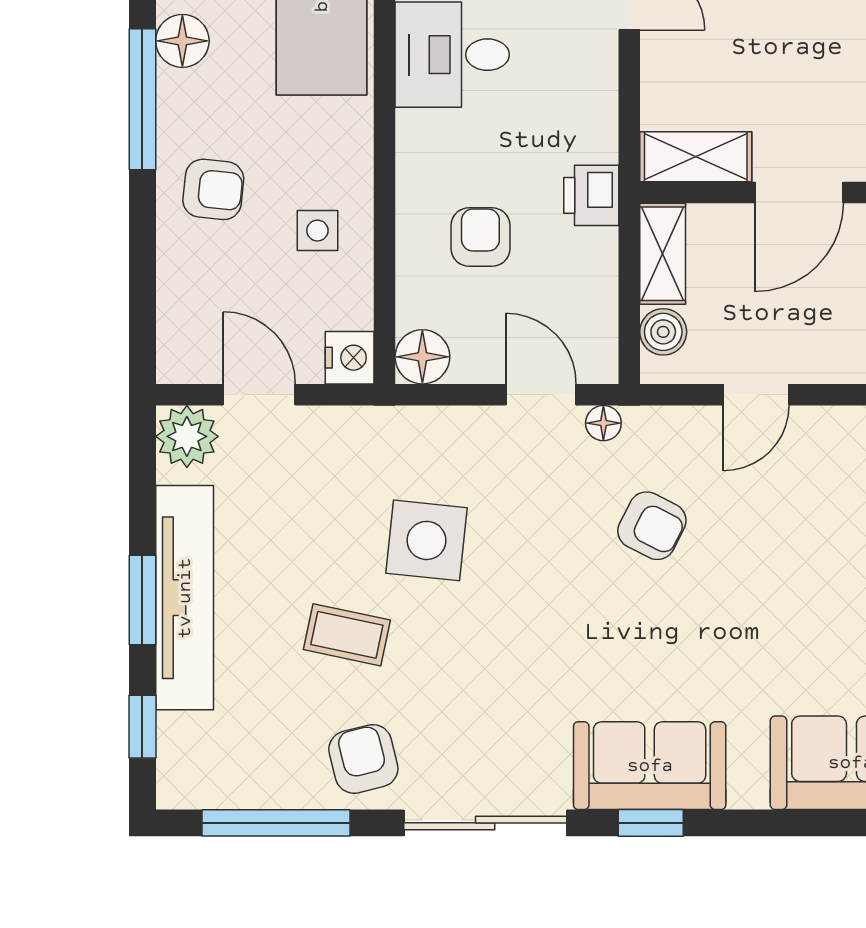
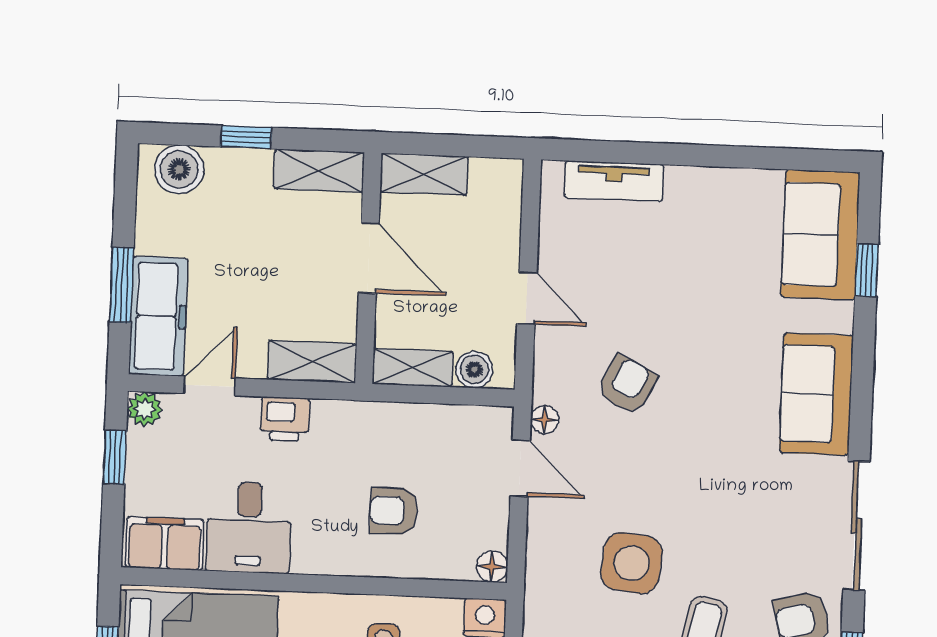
shelving: (696, 157) -> (312, 362), moved, turned 90
printer: (591, 195) -> (285, 419), moved
floor lamp: (422, 357) -> (492, 567), width x0.73, depth x0.73
door: (541, 395) -> (520, 468), swing flipped
window: (651, 823) -> (867, 270), moved

